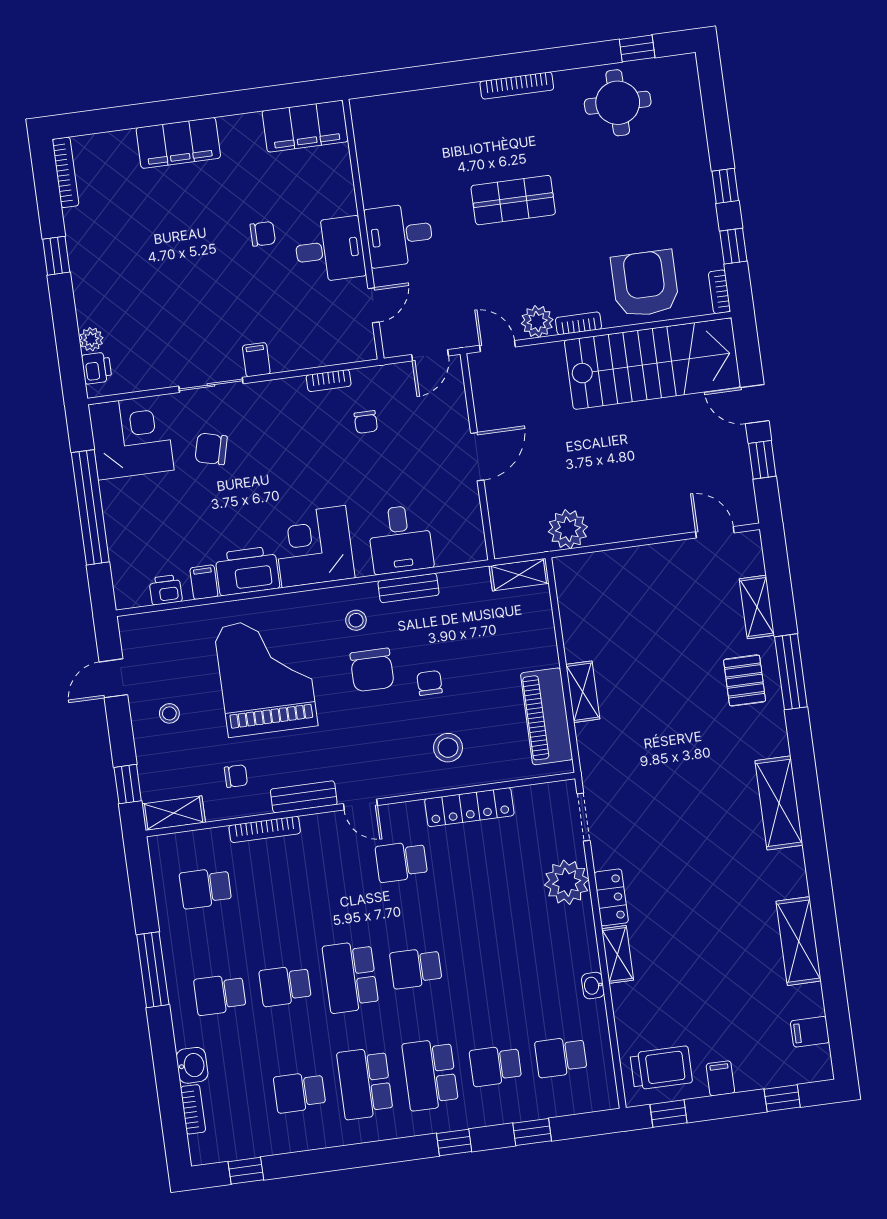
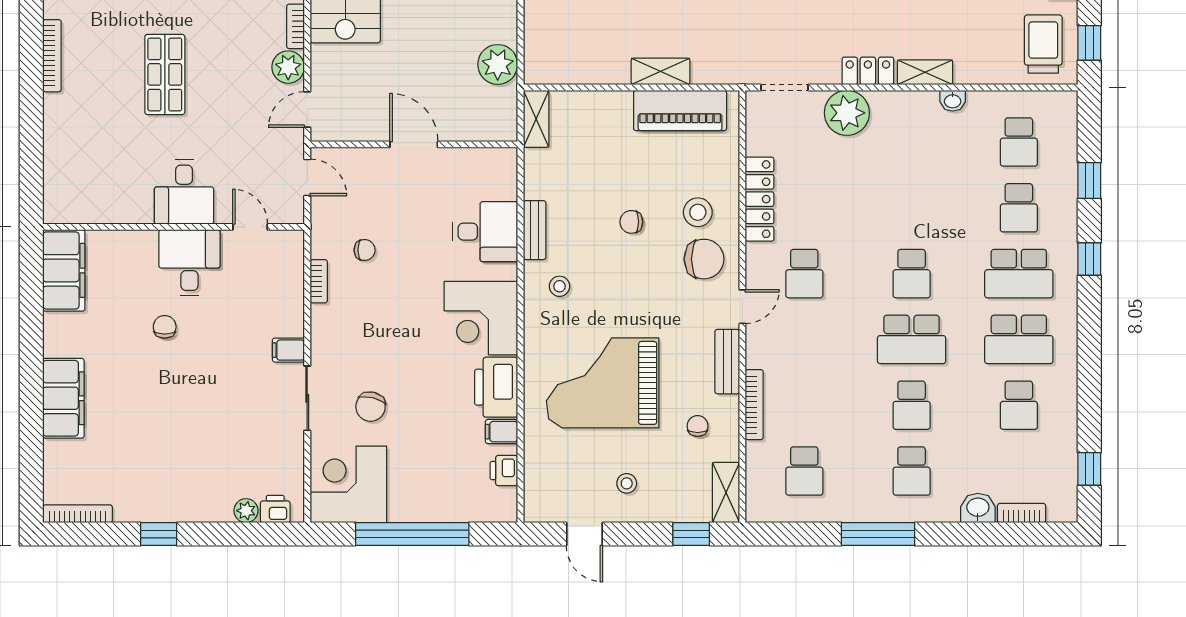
chair: (372, 670) -> (704, 259), moved

